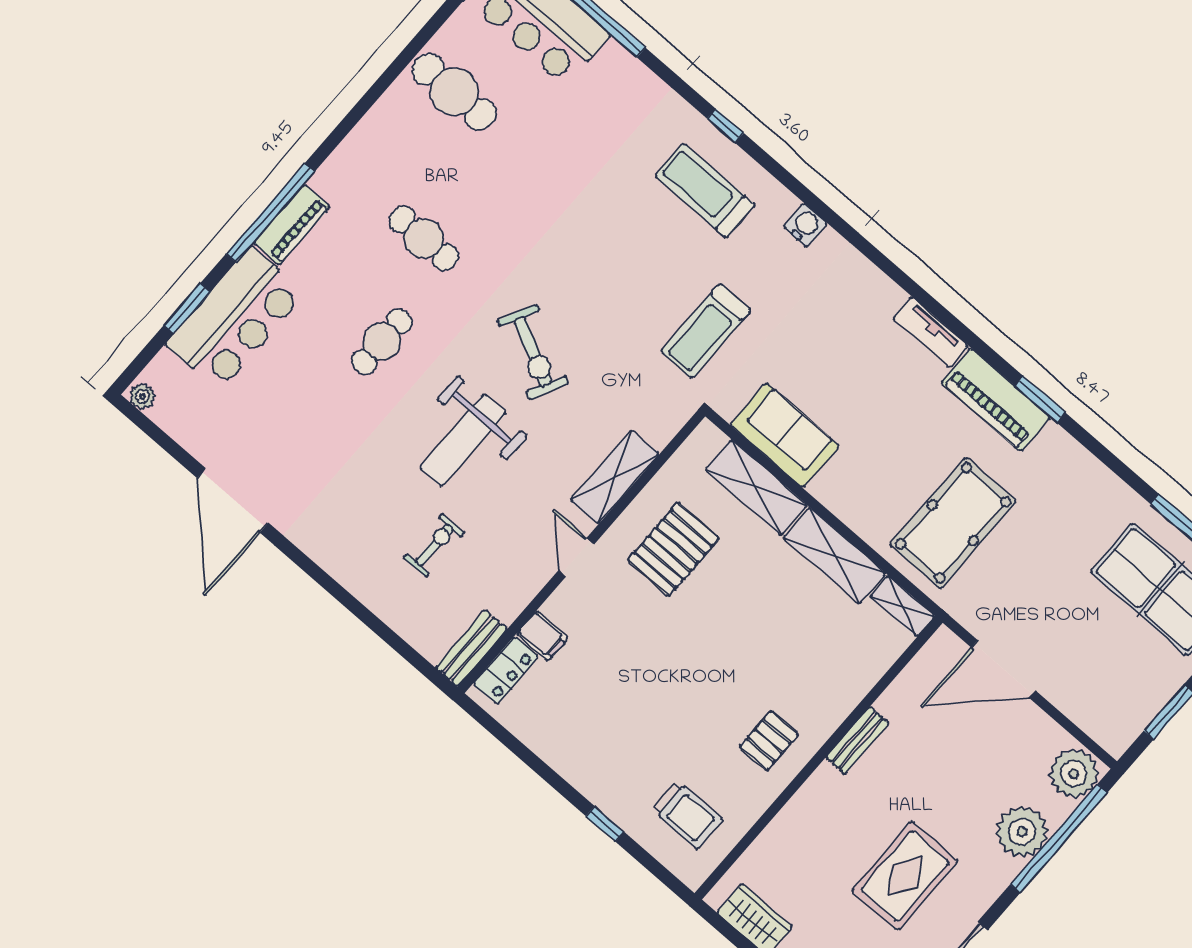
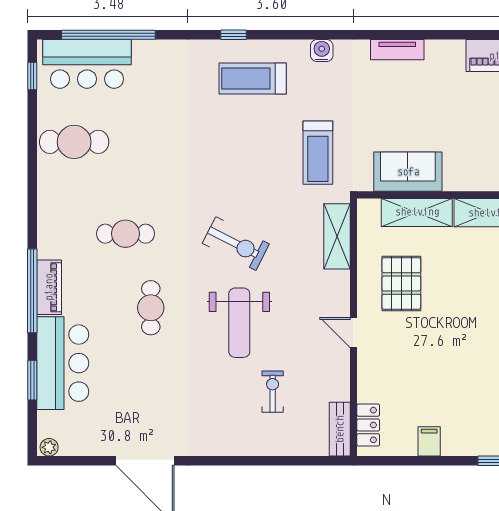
tv unit: (931, 332) -> (397, 50), moved
shelving: (615, 477) -> (337, 236), moved
filing cabinet: (542, 636) -> (429, 441), moved, turned -90

